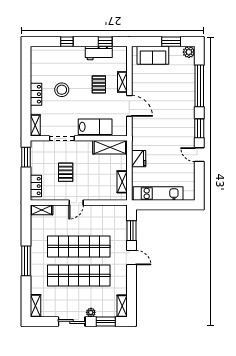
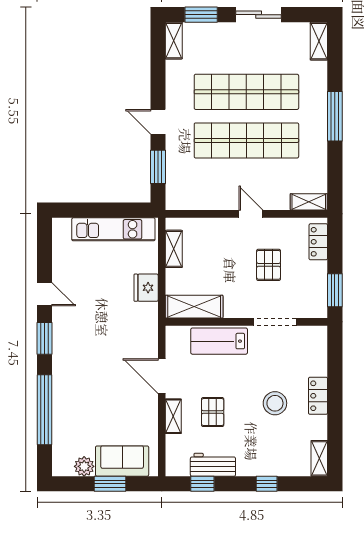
window: (171, 42) -> (110, 484), moved
plant: (189, 52) -> (84, 466), moved
shelving: (35, 125) -> (319, 458), moved
door: (76, 203) -> (251, 214), hinge flipped
plant: (91, 312) -> (226, 30), removed

